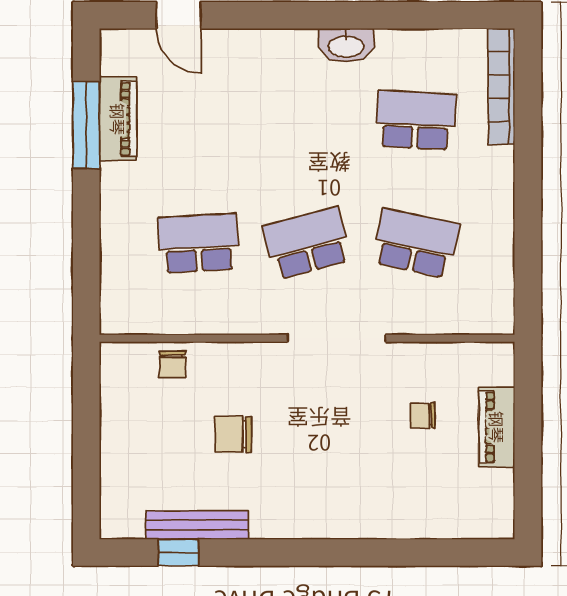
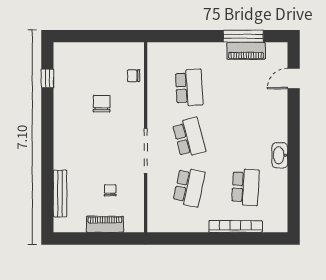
bookcase: (502, 86) -> (235, 226), moved
bench: (197, 525) -> (60, 194), moved

